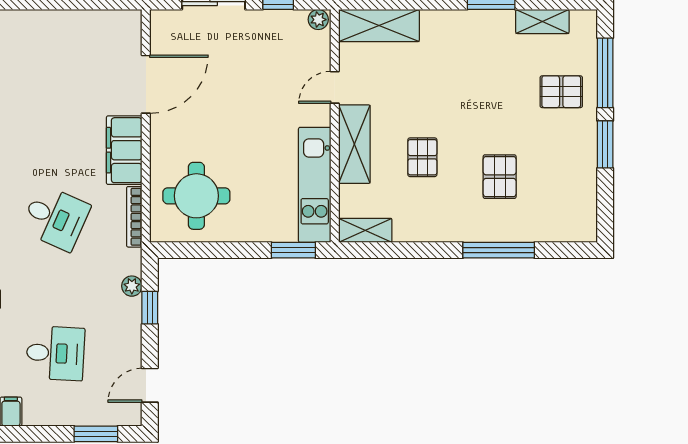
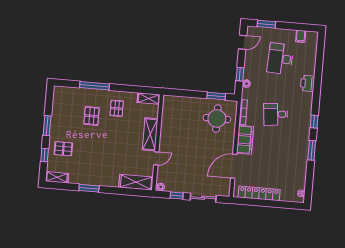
shelving: (542, 21) -> (57, 177), moved
locker: (79, 24) -> (259, 193), added
window: (605, 73) -> (45, 155), width x0.46
pallet: (422, 157) -> (117, 108), moved
kitchen unit: (315, 185) -> (168, 119), removed
desk: (55, 218) -> (276, 114), turned -30
window: (293, 250) -> (216, 96), moved
desk: (55, 353) -> (280, 59), width x1.37

